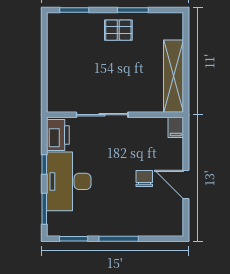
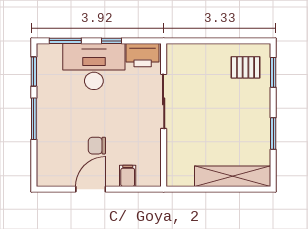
pallet: (118, 30) -> (246, 67), moved, turned 90
shelving: (174, 76) -> (233, 176), moved
filing cabinet: (176, 127) -> (128, 176), moved, turned 90
chair: (144, 179) -> (97, 146), turned 180

